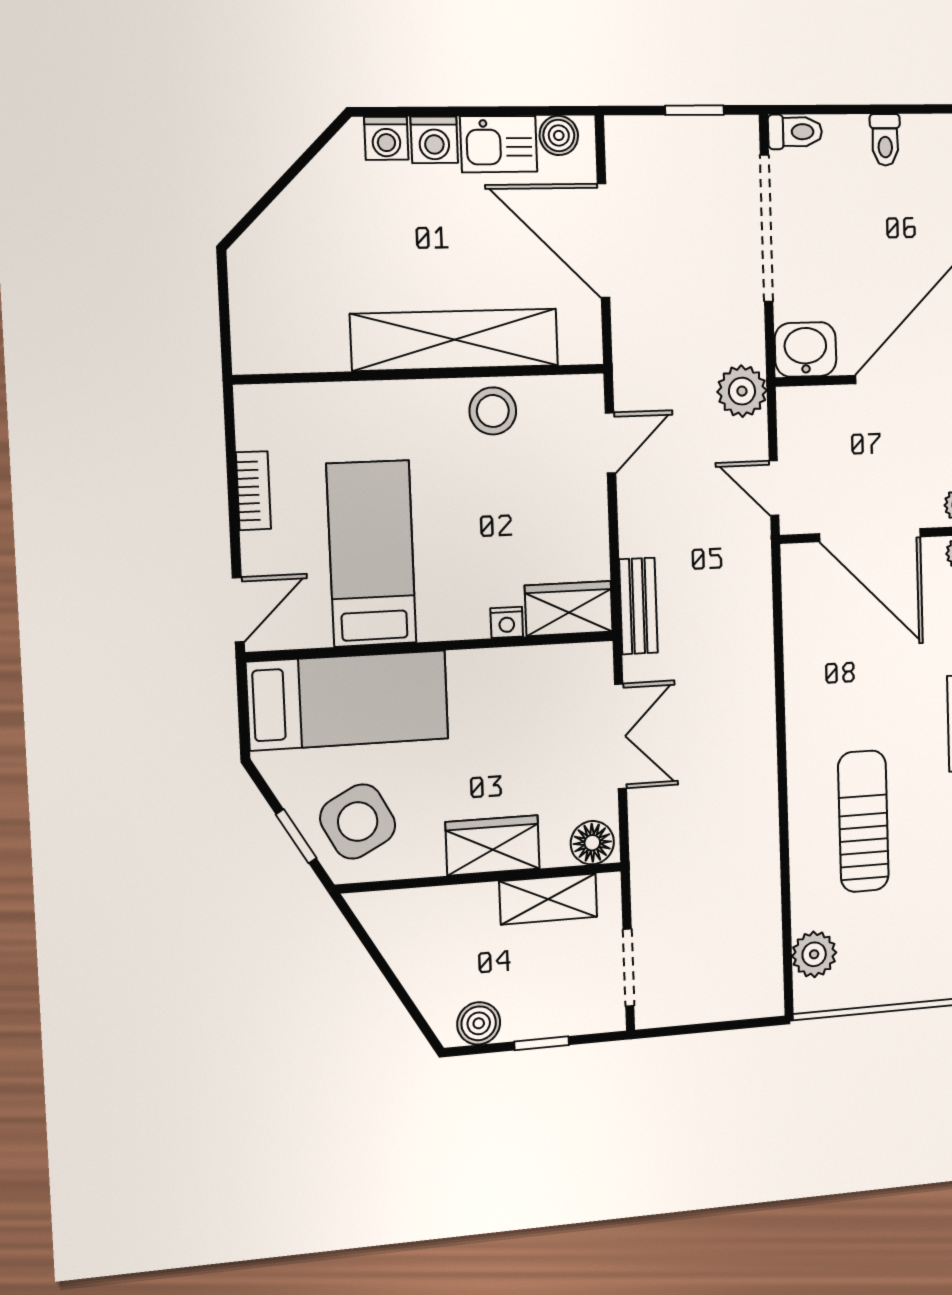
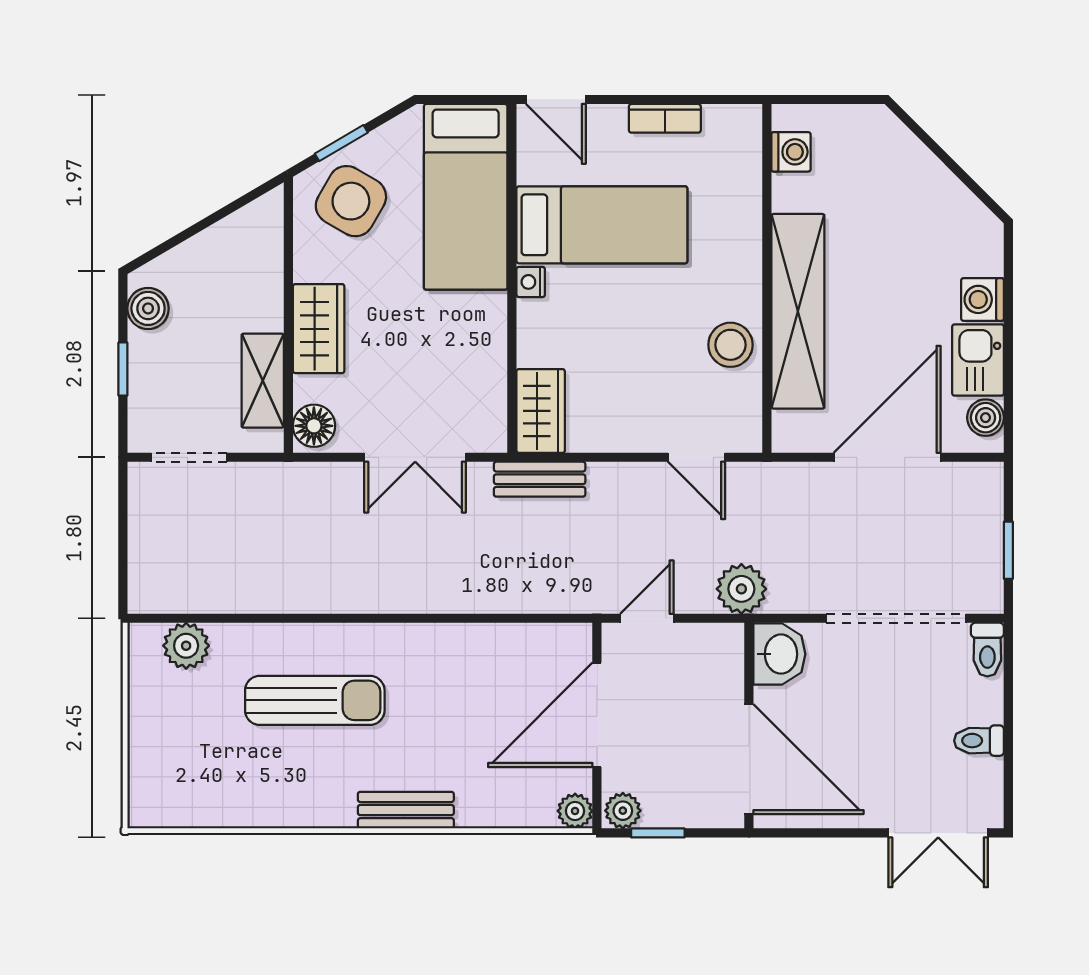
washing machine: (386, 138) -> (791, 152), moved, turned 180
nightstand: (507, 622) -> (531, 282), moved
side table: (358, 821) -> (351, 201), turned -32

